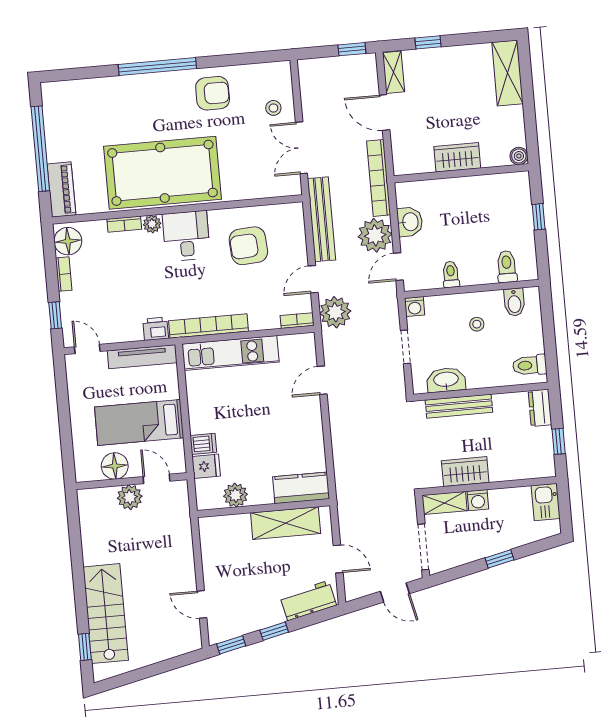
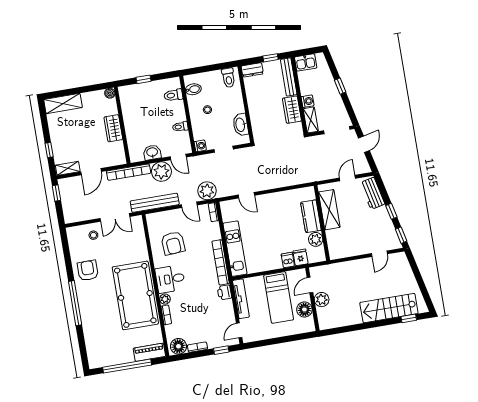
bench: (459, 406) -> (289, 77), moved
kitchen counter: (301, 488) -> (311, 216), moved

